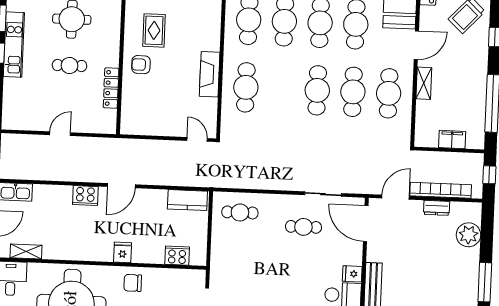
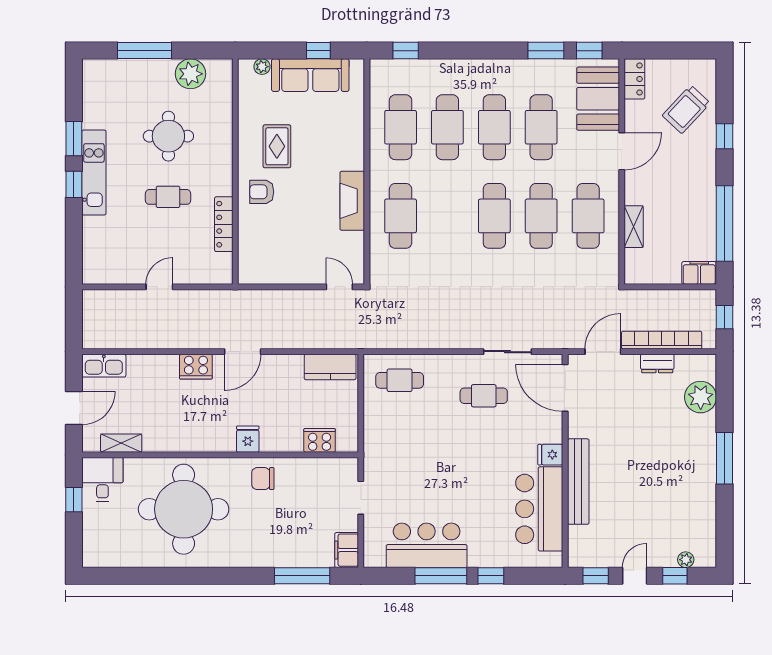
shelving: (424, 83) -> (634, 227), moved
filing cabinet: (452, 140) -> (699, 273), moved

